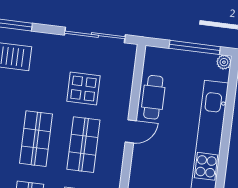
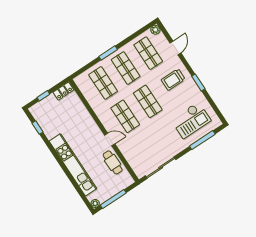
display table: (83, 88) -> (146, 140), removed
door: (131, 131) -> (110, 139), swing flipped

